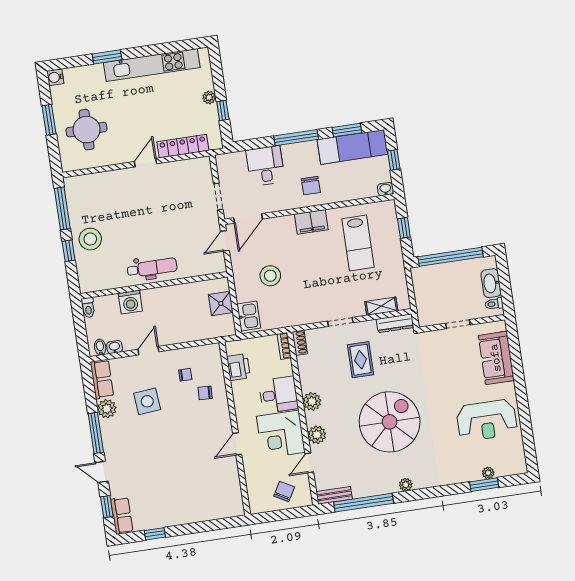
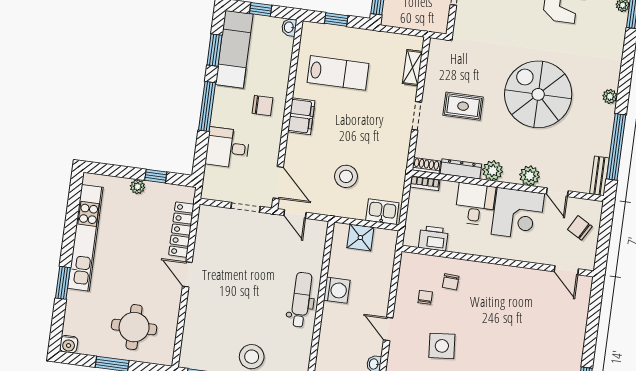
washing machine: (130, 302) -> (337, 290), moved
dresser: (395, 323) -> (461, 169), moved, turned -90
door: (237, 444) -> (566, 270), moved

